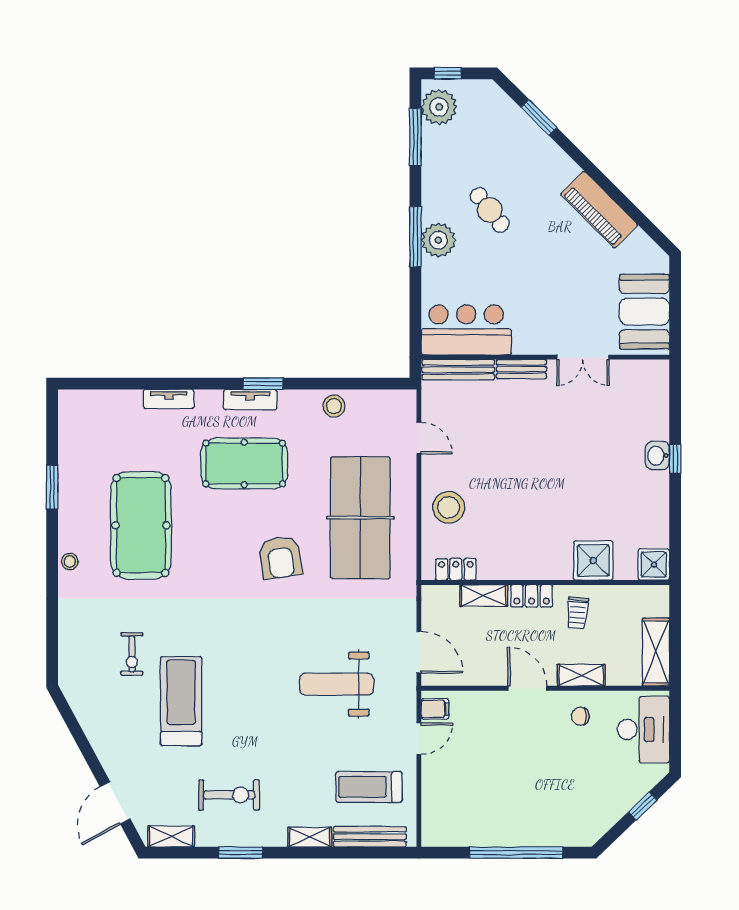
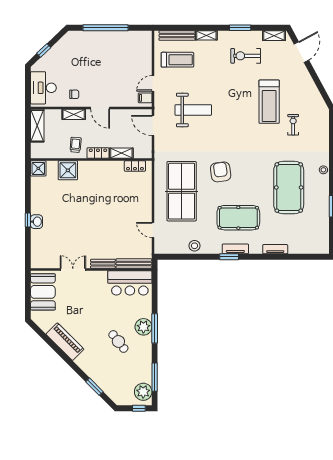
stool: (449, 507) -> (138, 196), removed

